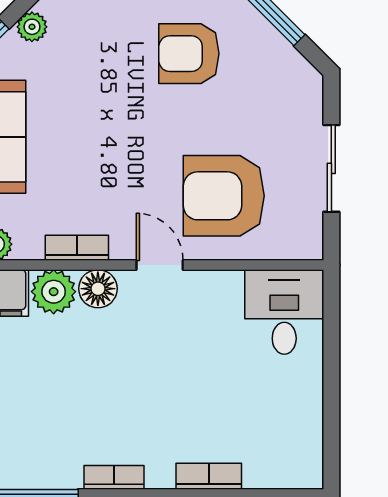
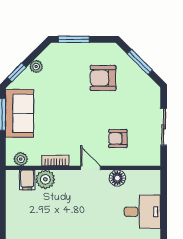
armchair: (224, 196) -> (118, 138), width x0.53, depth x0.53
floor lamp: (98, 289) -> (117, 178), moved
desk: (284, 312) -> (142, 212), moved, turned 90

